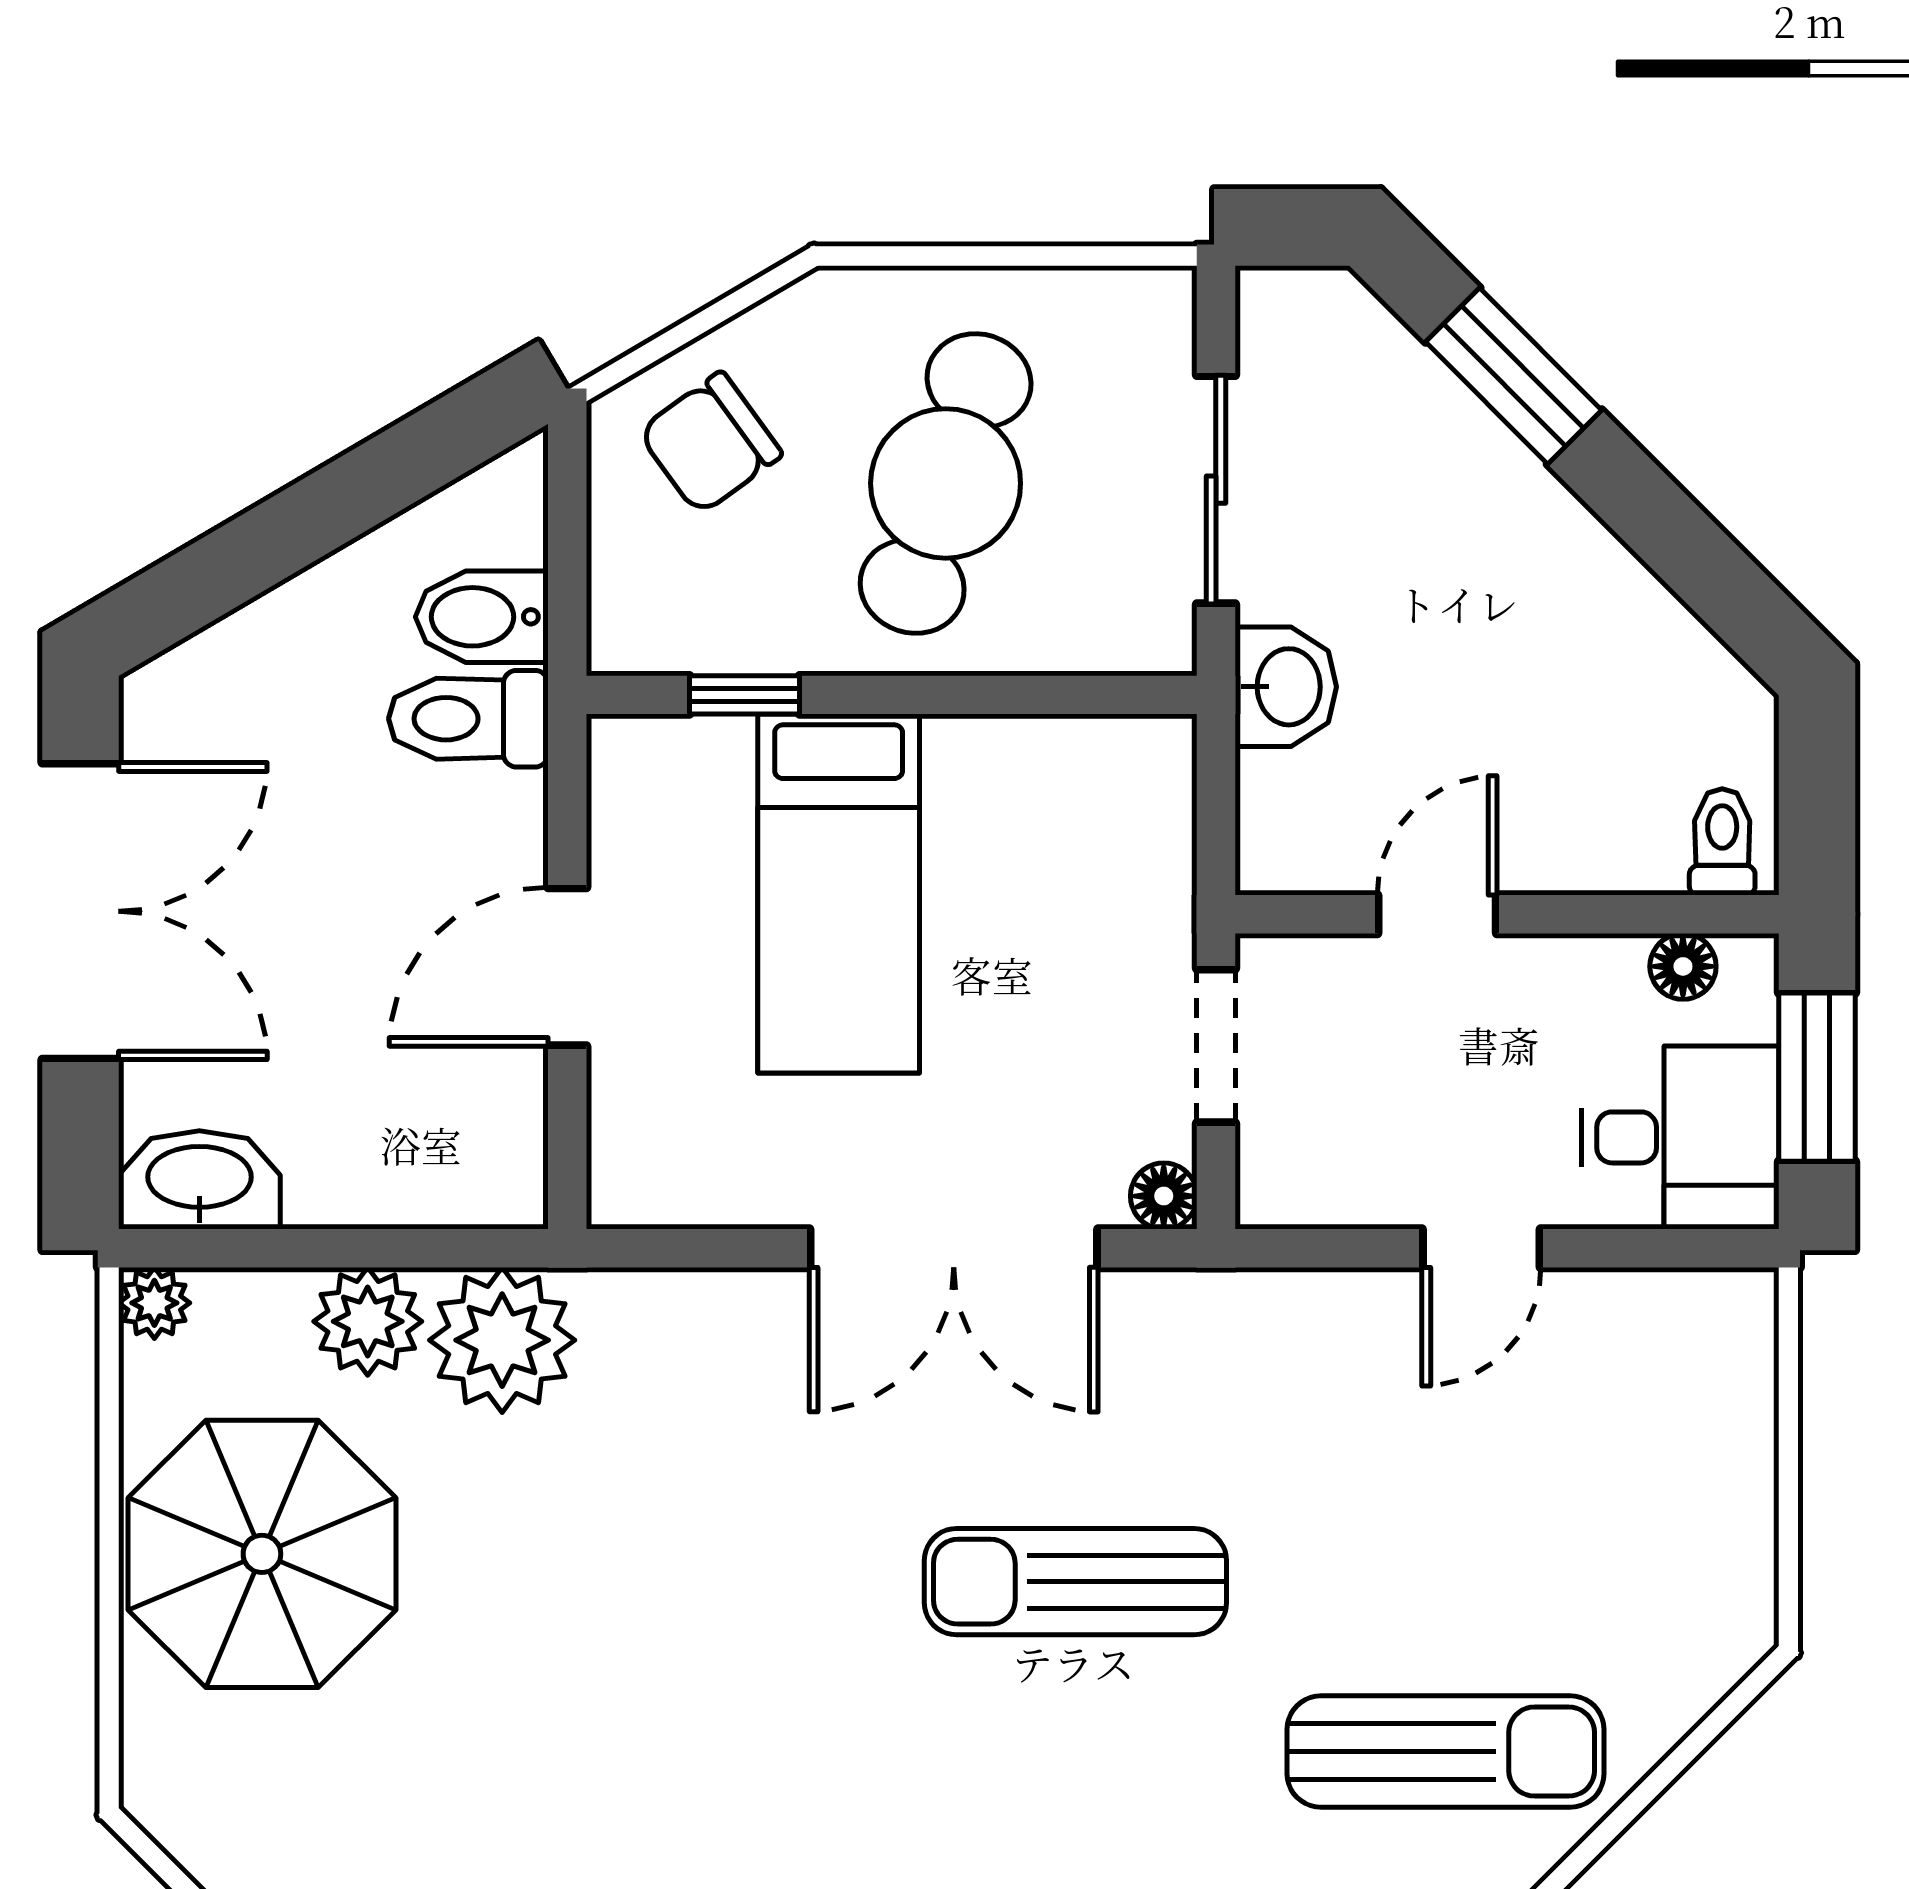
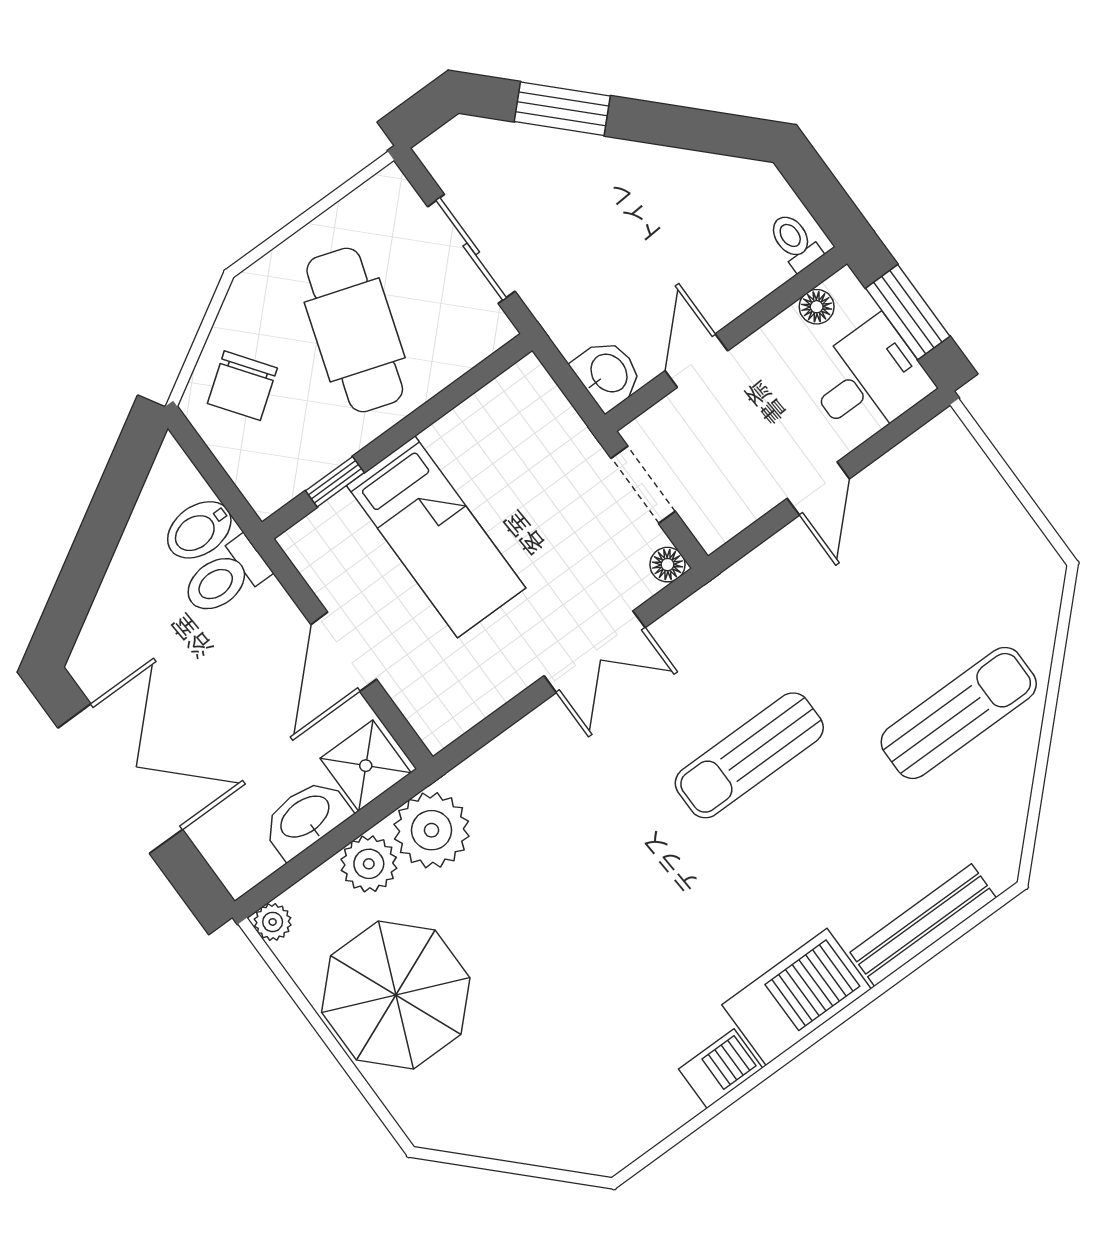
washbasin: (1286, 687) -> (608, 374), moved
shower: (473, 1167) -> (366, 766), added
washbasin: (199, 1180) -> (306, 818), moved
double door: (954, 1248) -> (595, 652), width x0.73

